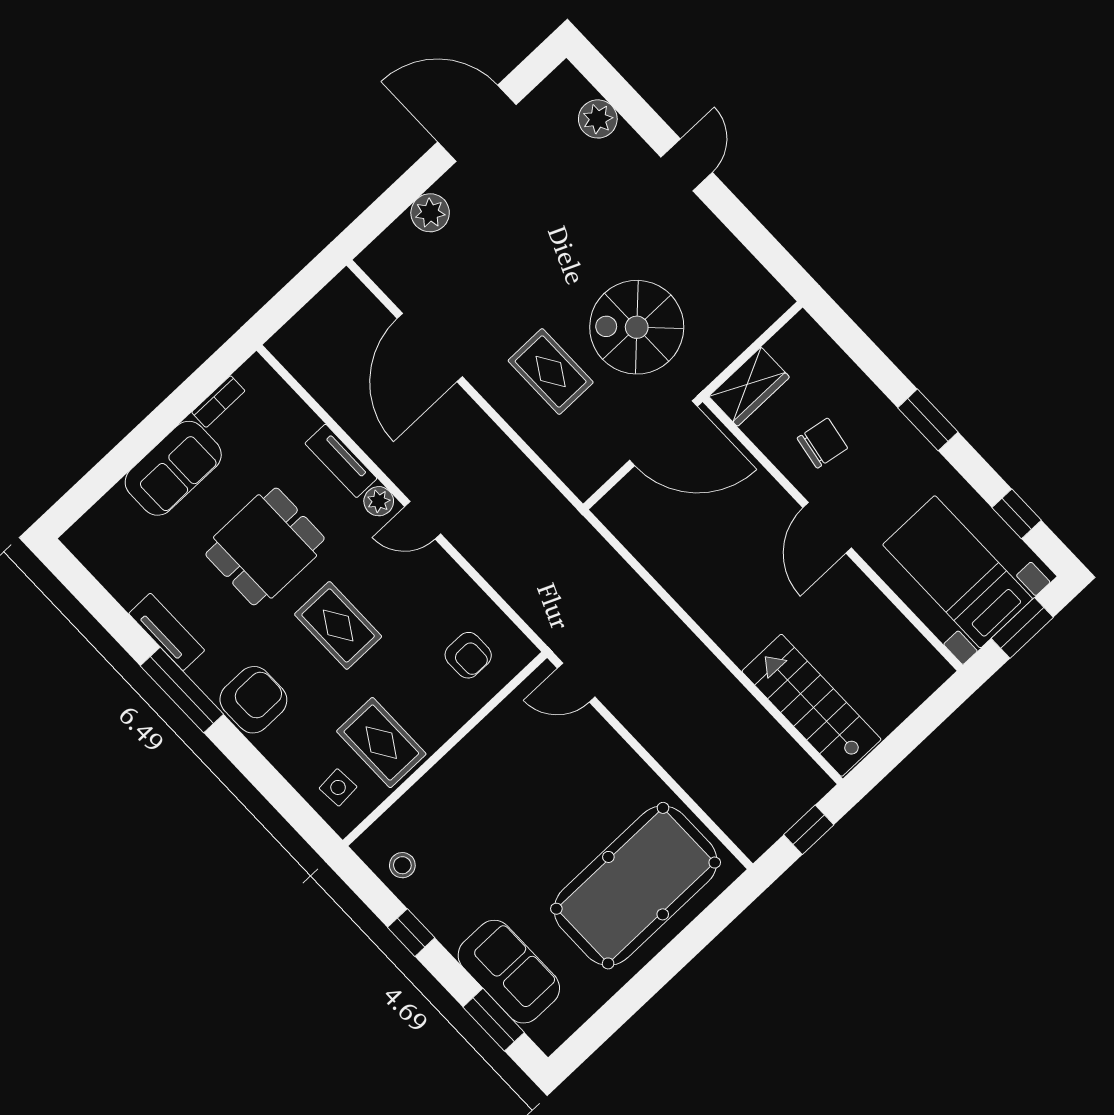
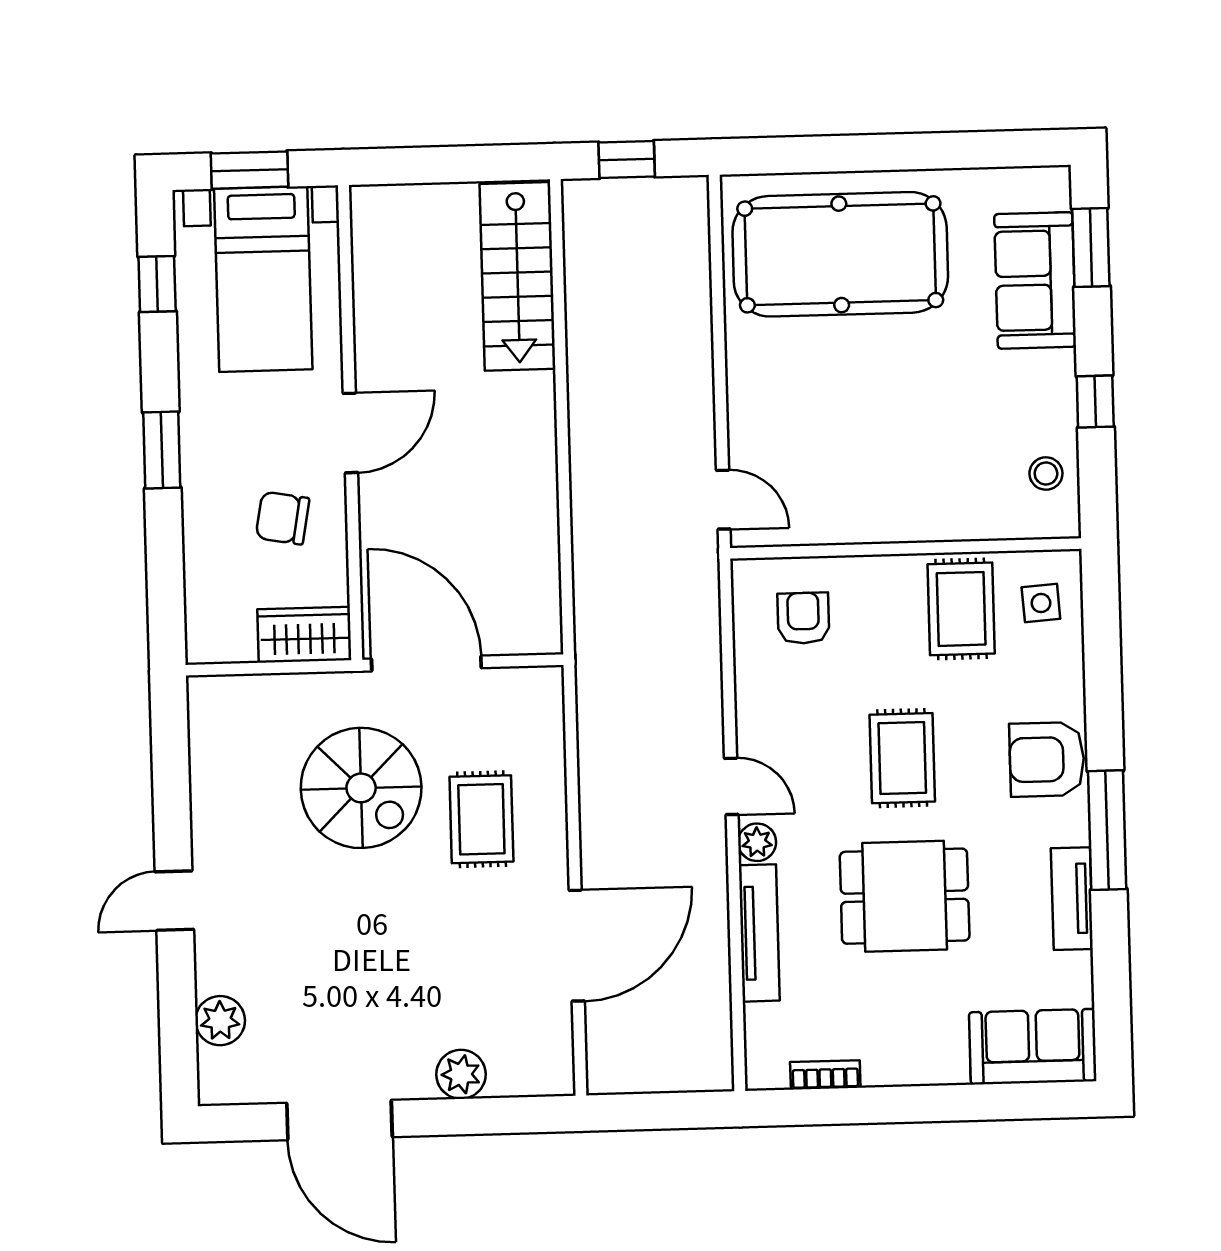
tv unit: (341, 461) -> (759, 933), width x1.41
sofa: (173, 468) -> (1033, 1047), moved

